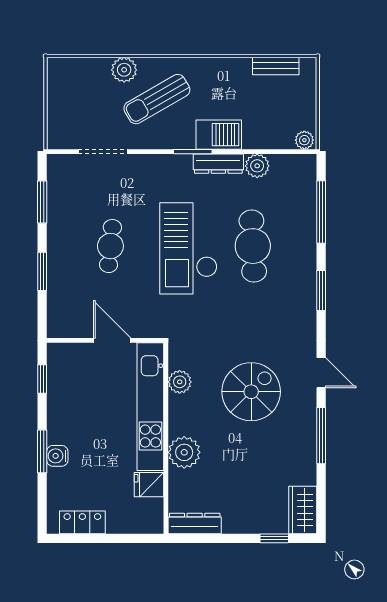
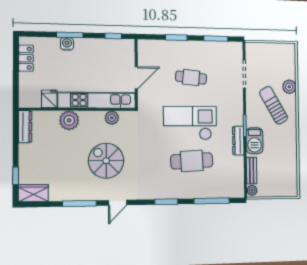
bench: (276, 66) -> (252, 171), moved
plant: (257, 166) -> (237, 163), removed
spiral stairs: (251, 392) -> (106, 161), turned 180

